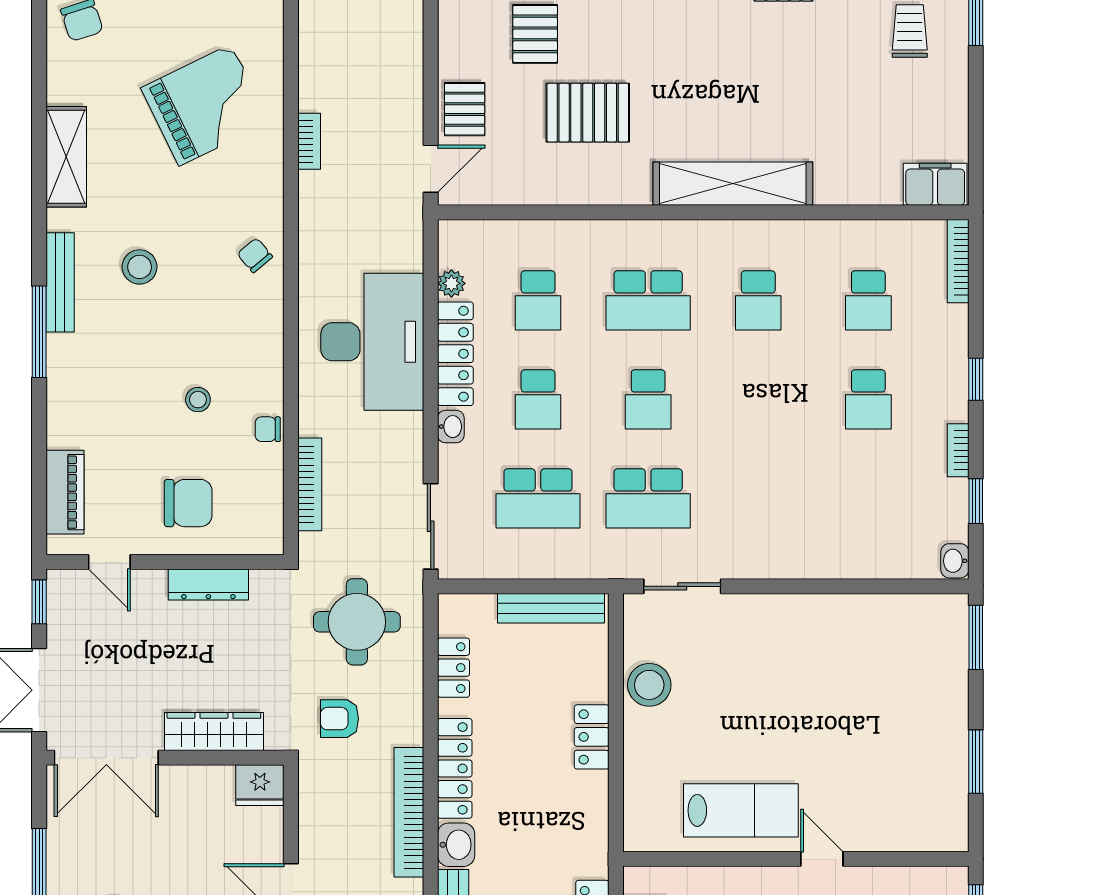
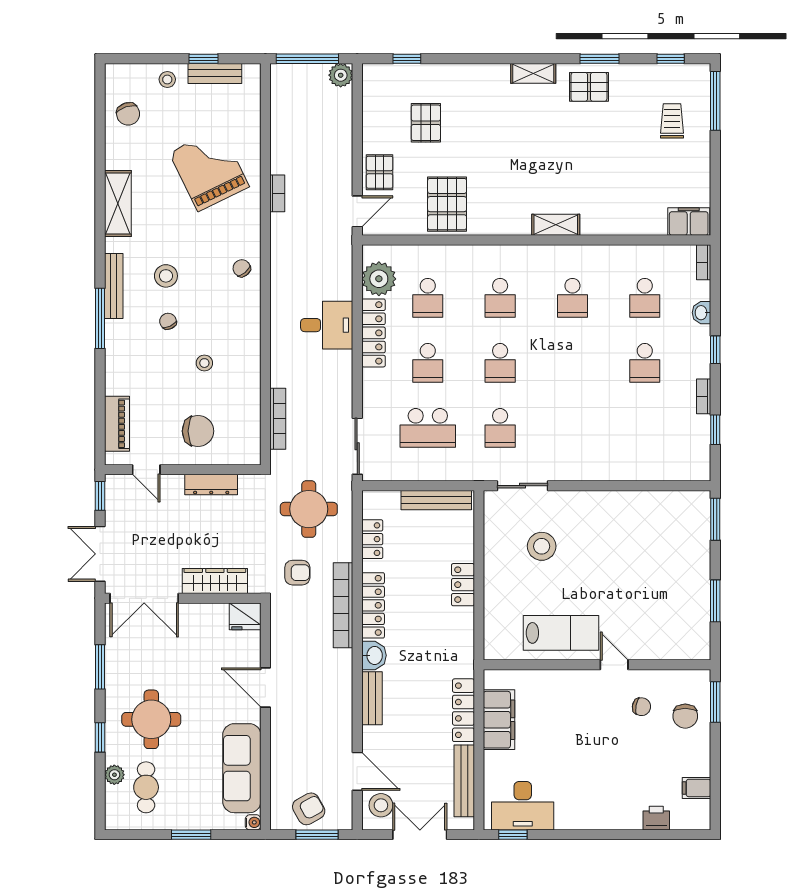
grand piano: (205, 105) -> (209, 170), turned -90
pallet: (588, 113) -> (447, 204), moved, turned 90
shelving: (733, 184) -> (556, 225), width x0.45, depth x0.75
bookcase: (958, 261) -> (704, 262), width x0.64
plant: (451, 283) -> (379, 279), width x1.88, depth x1.88
school desk: (648, 300) -> (500, 298), width x0.54
desk: (372, 342) -> (327, 325), width x0.53, depth x0.77
washbasin: (451, 427) -> (370, 381), removed
chair: (268, 429) -> (168, 321), moved, turned 65
school desk: (648, 498) -> (500, 428), width x0.54
washbasin: (955, 561) -> (702, 313), moved
stool: (649, 685) -> (542, 546), moved
armchair: (340, 719) -> (297, 573), turned 180
bookcase: (409, 812) -> (343, 605), moved

